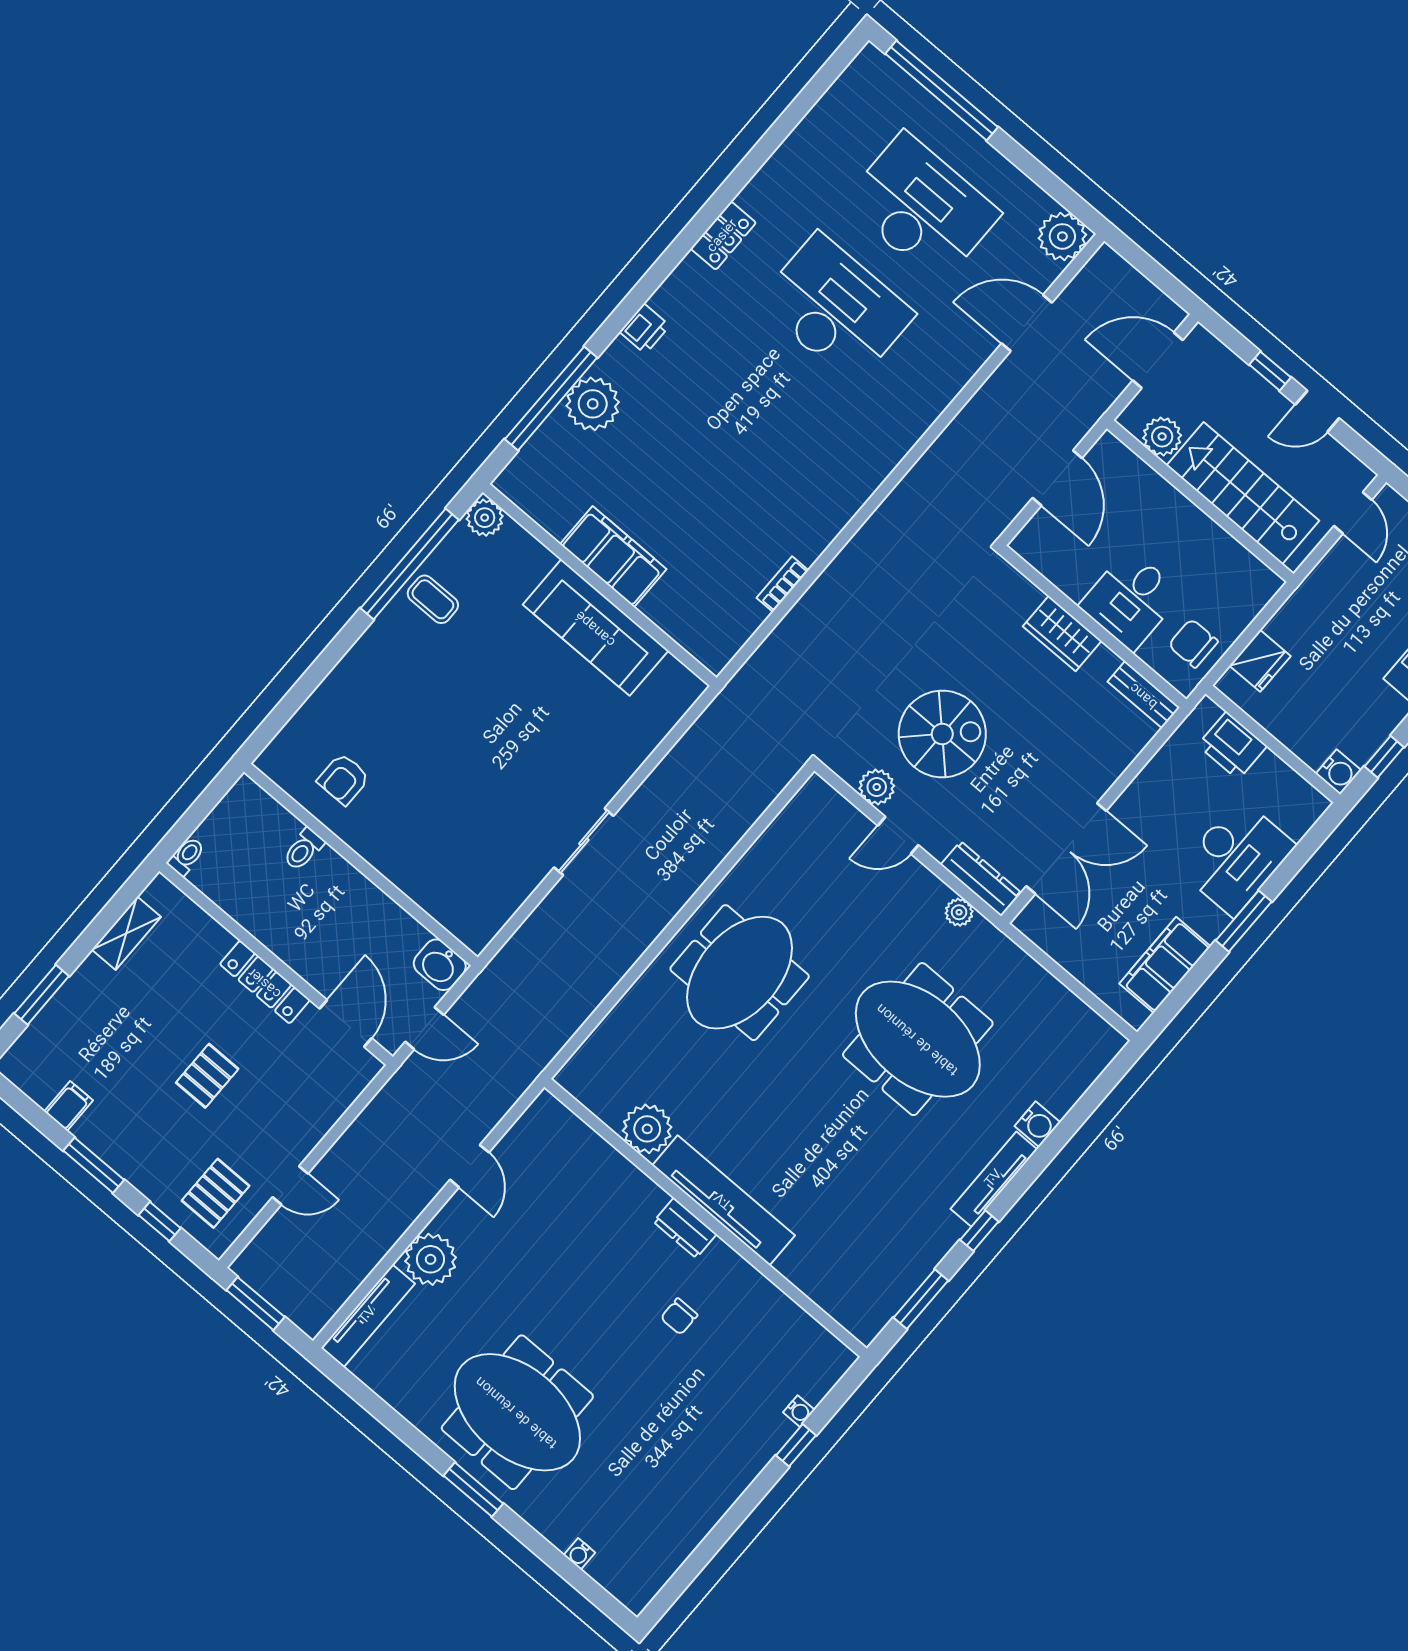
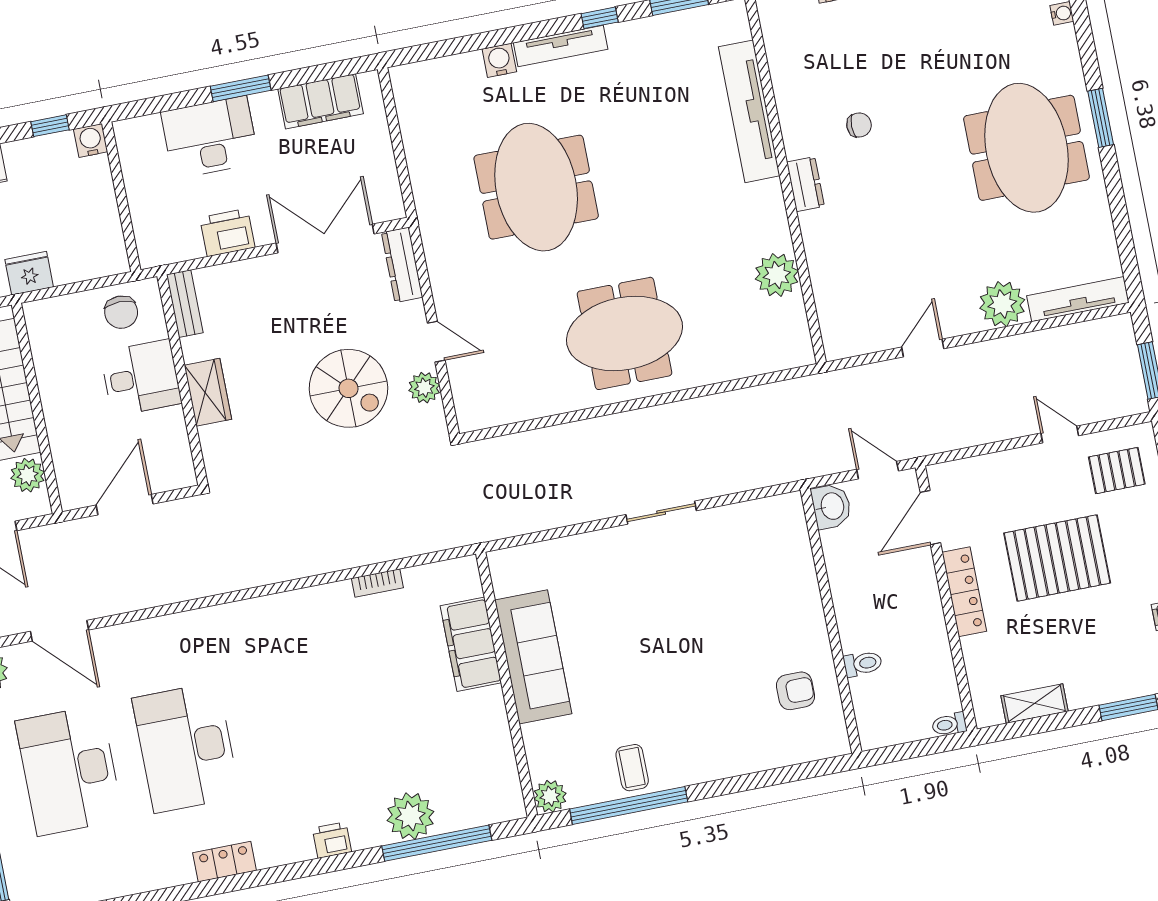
filing cabinet: (613, 557) -> (471, 644), moved
fridge: (1260, 661) -> (29, 273), moved
spiral stairs: (942, 734) -> (348, 388), turned 180
printer: (1232, 746) -> (227, 232), moved, turned -90
plant: (959, 912) -> (436, 253), removed
pallet: (207, 1076) -> (1057, 558), width x2.05, depth x2.00
tv unit: (724, 1200) -> (749, 111), moved

